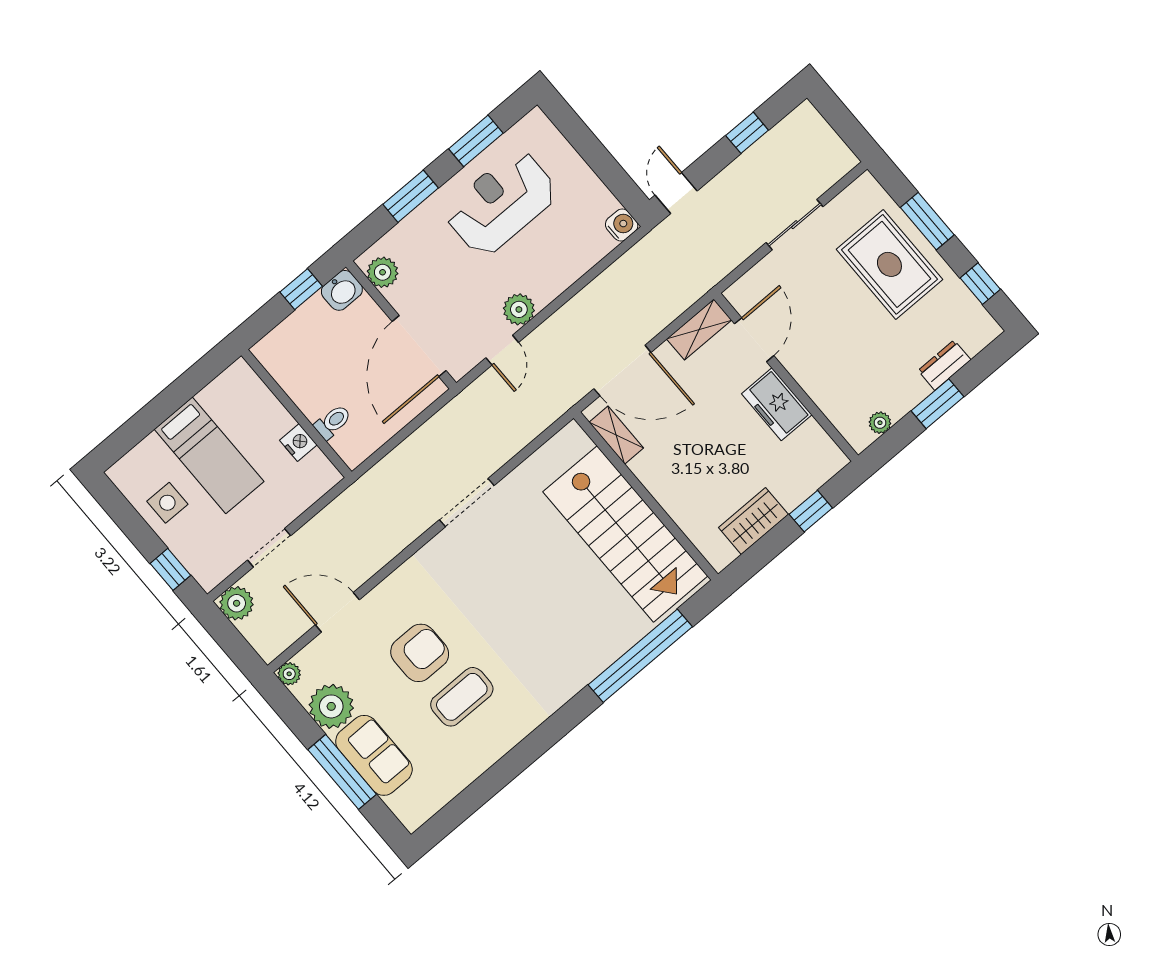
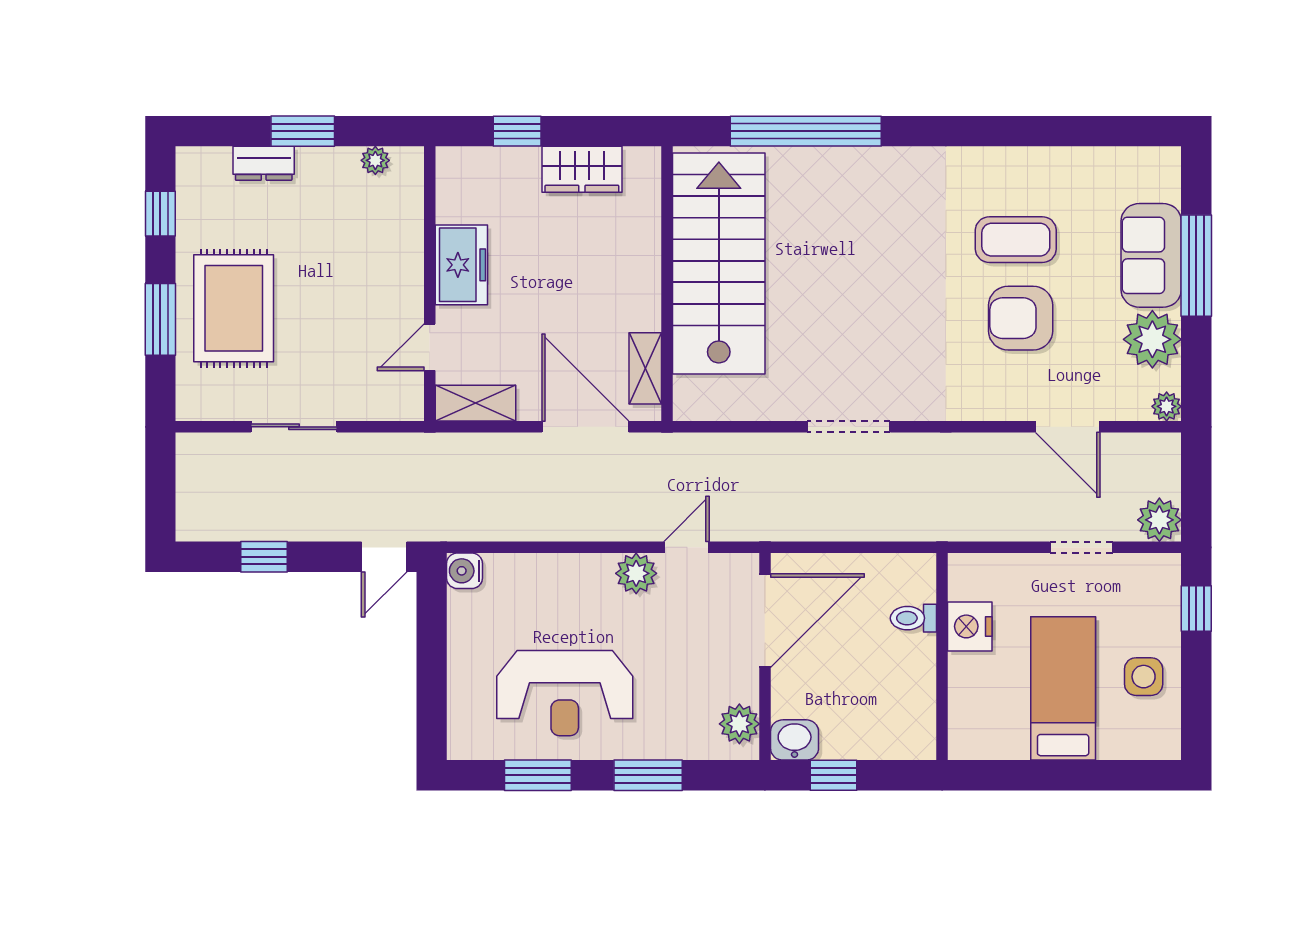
door: (754, 340) -> (430, 347), width x0.73
nightstand: (298, 443) -> (970, 626), width x1.36, depth x1.33

